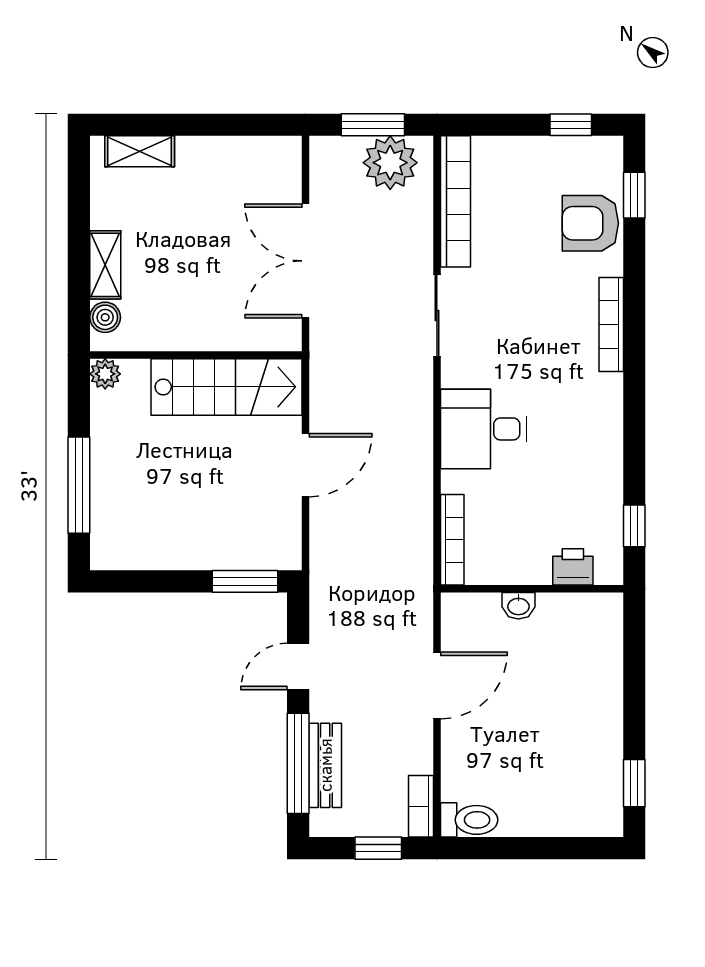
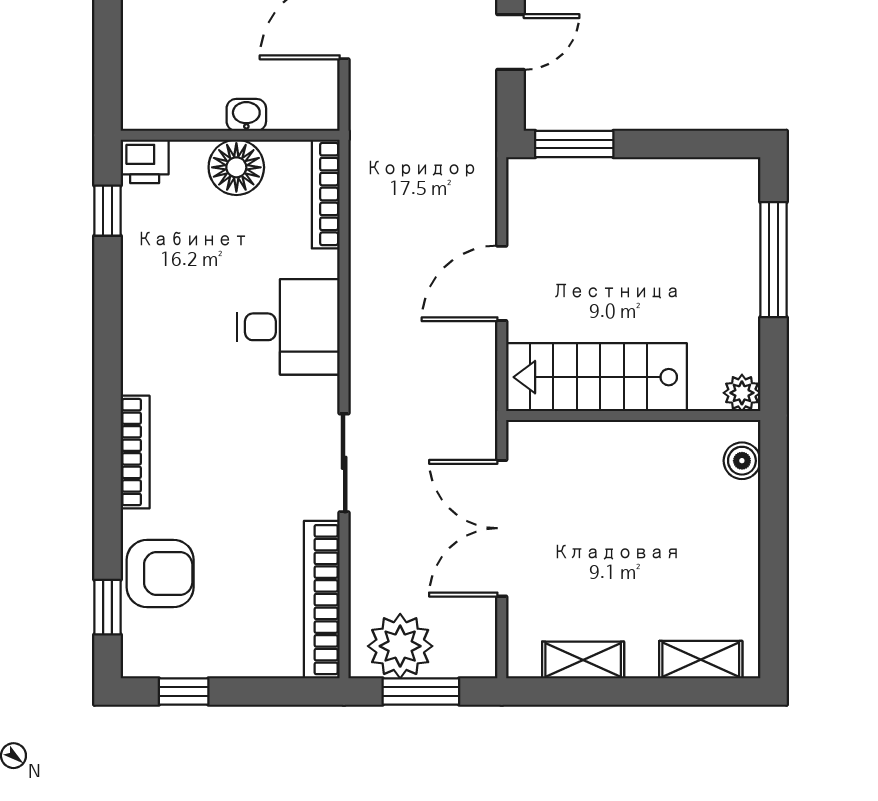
double door: (305, 261) -> (502, 528), swing flipped
shelving: (105, 265) -> (583, 660), moved, turned 90
floor lamp: (527, 562) -> (236, 167), added
printer: (573, 567) -> (145, 161), moved

